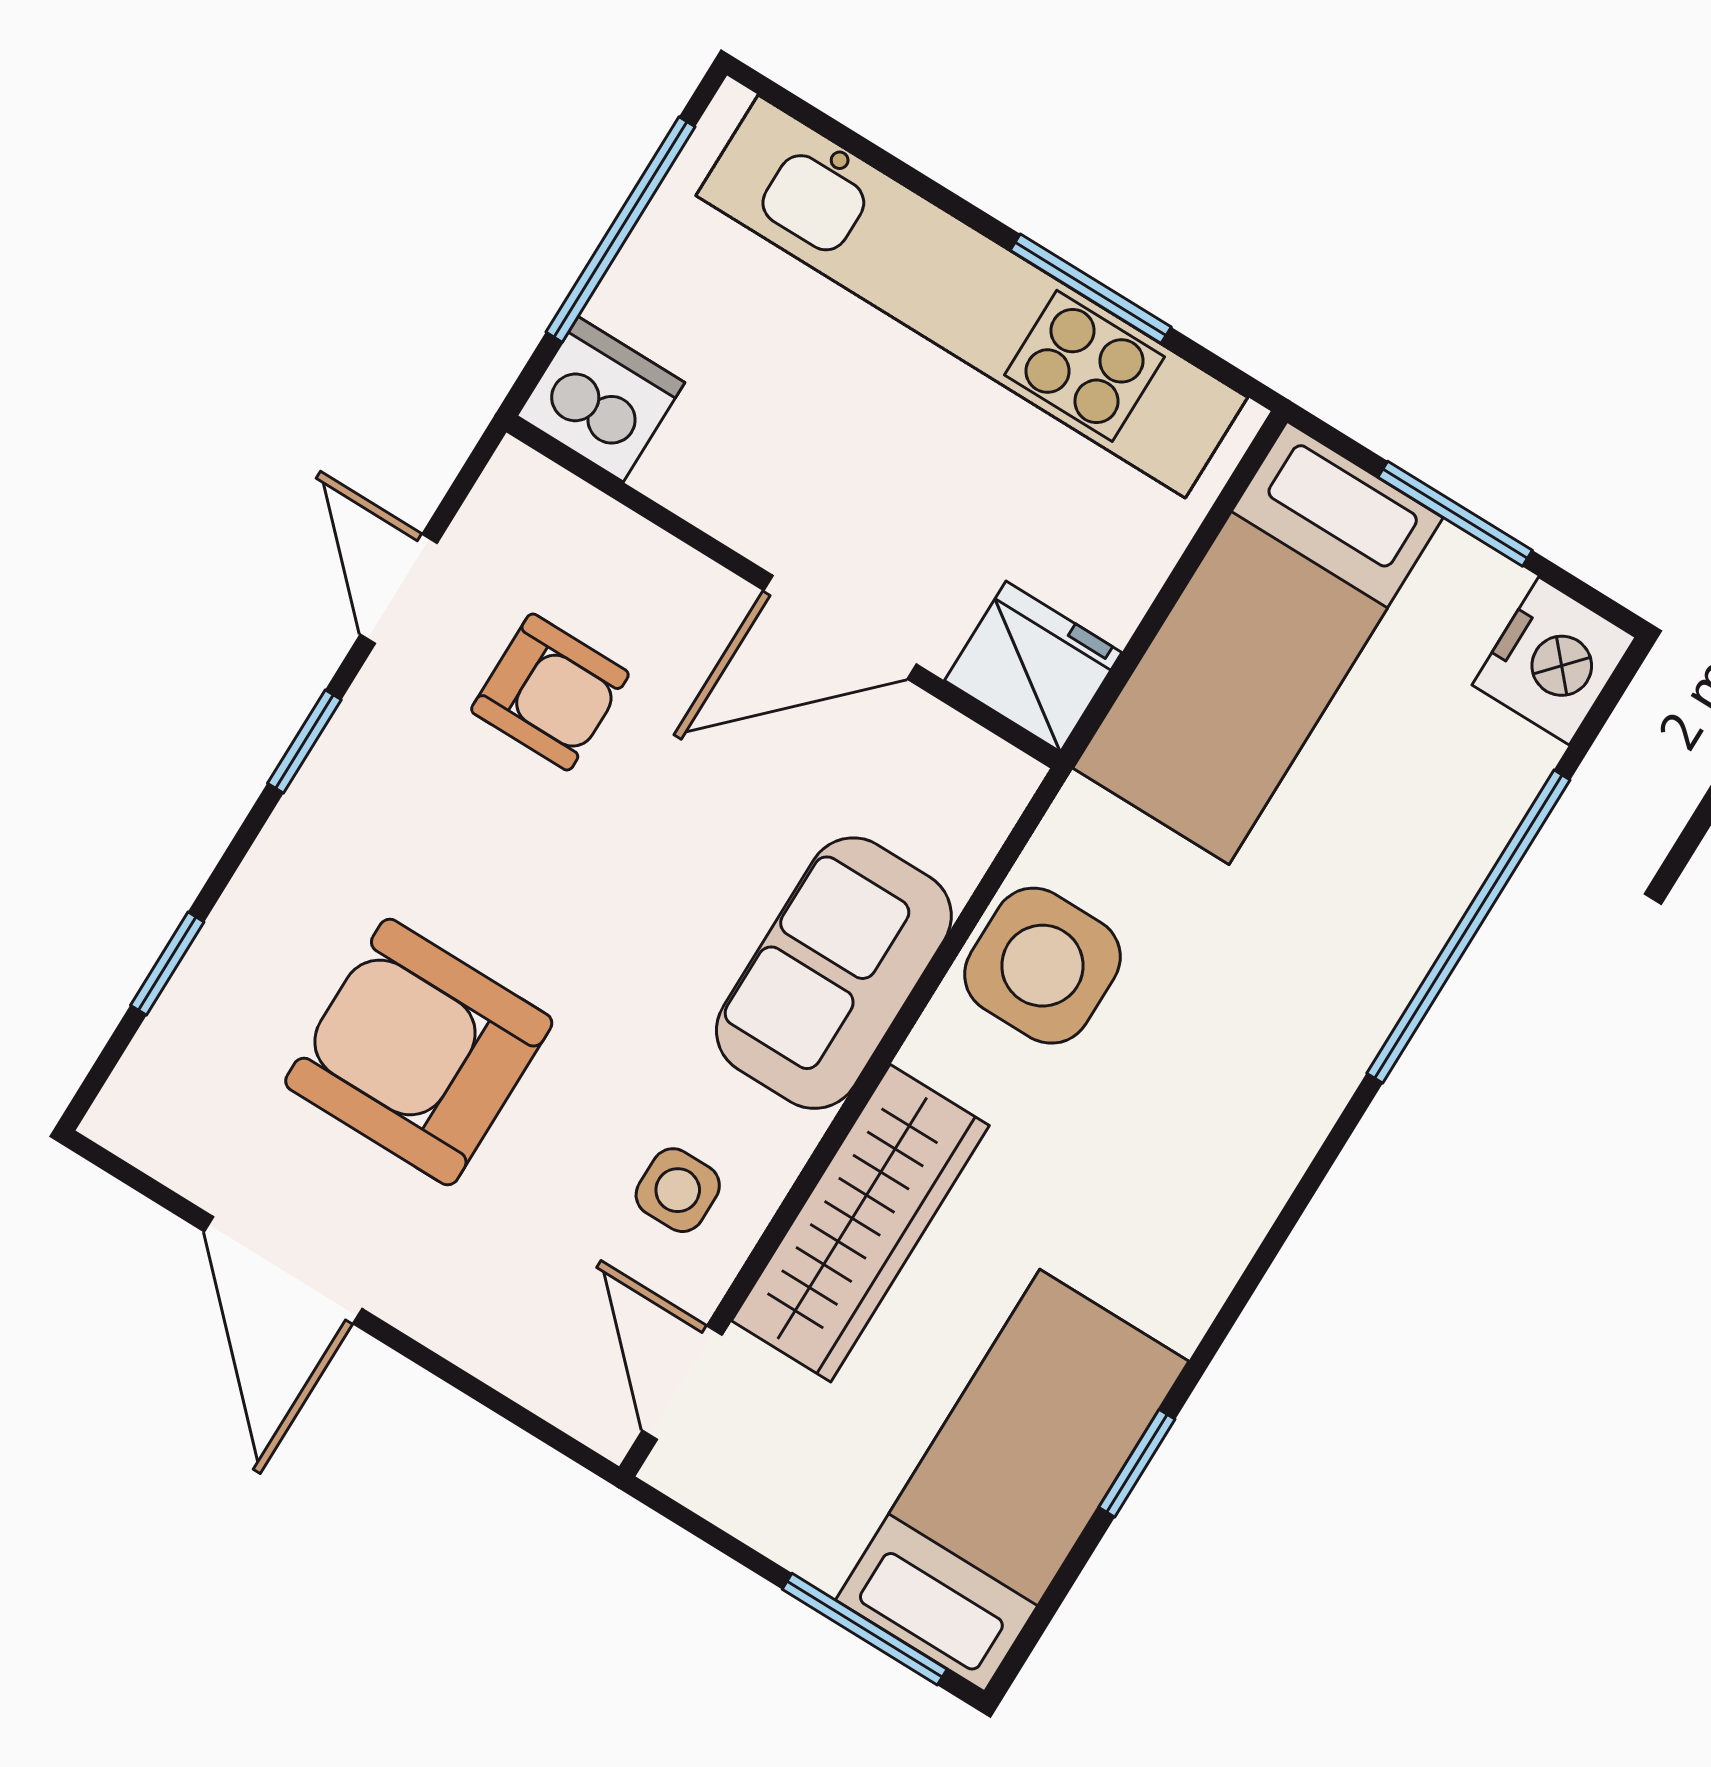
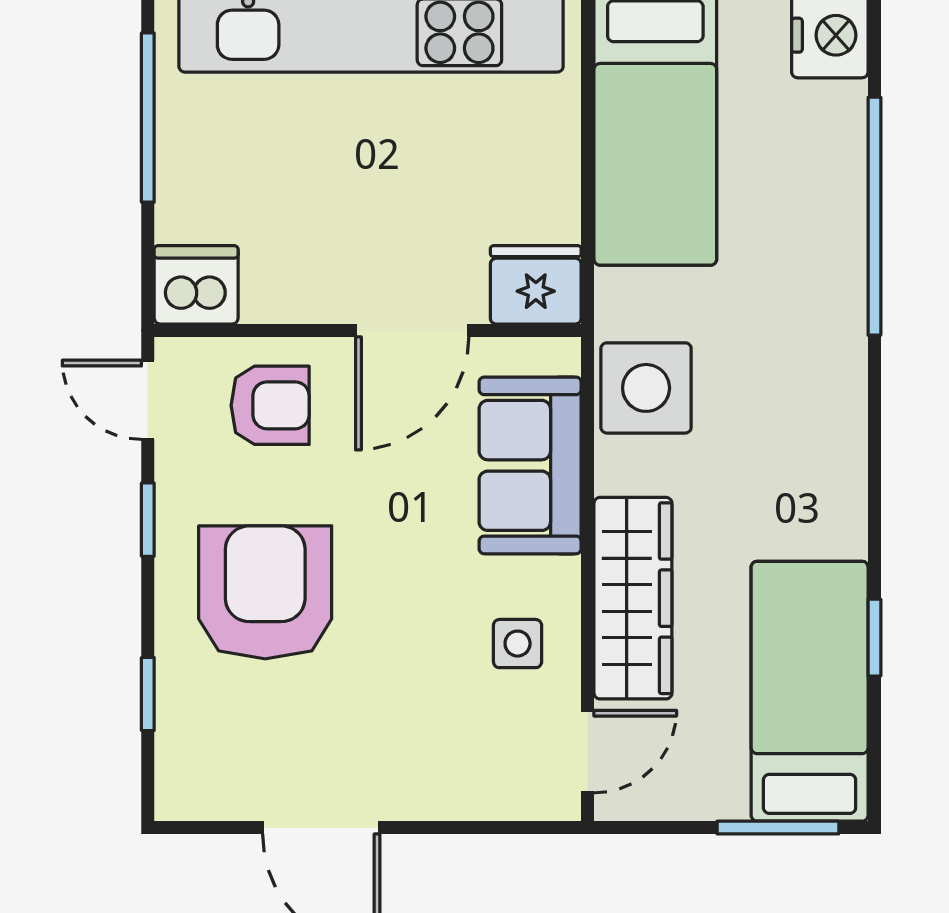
dishwasher: (601, 399) -> (196, 285), moved
wall: (783, 592) -> (368, 330), moved
door: (840, 627) -> (412, 330), moved
fridge: (1033, 666) -> (536, 285), moved
armchair: (419, 1052) -> (265, 592), moved, turned 90
door: (682, 1383) -> (588, 752), swing flipped

